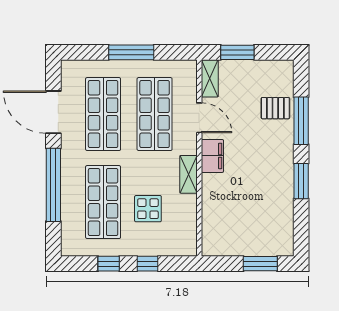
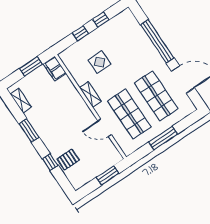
shelving: (210, 78) -> (21, 101), moved
window: (301, 121) -> (50, 162), width x0.46
filing cabinet: (212, 156) -> (55, 69), moved
shop shelf: (103, 202) -> (125, 50), removed
window: (260, 264) -> (31, 66), moved

